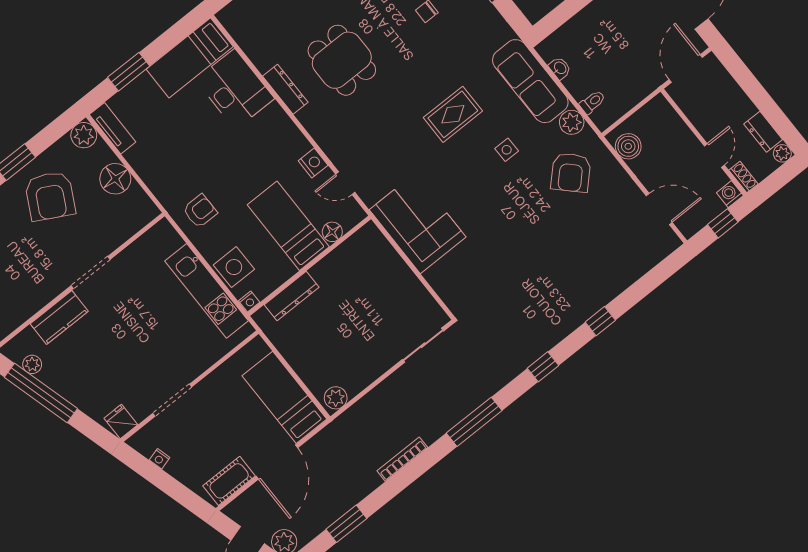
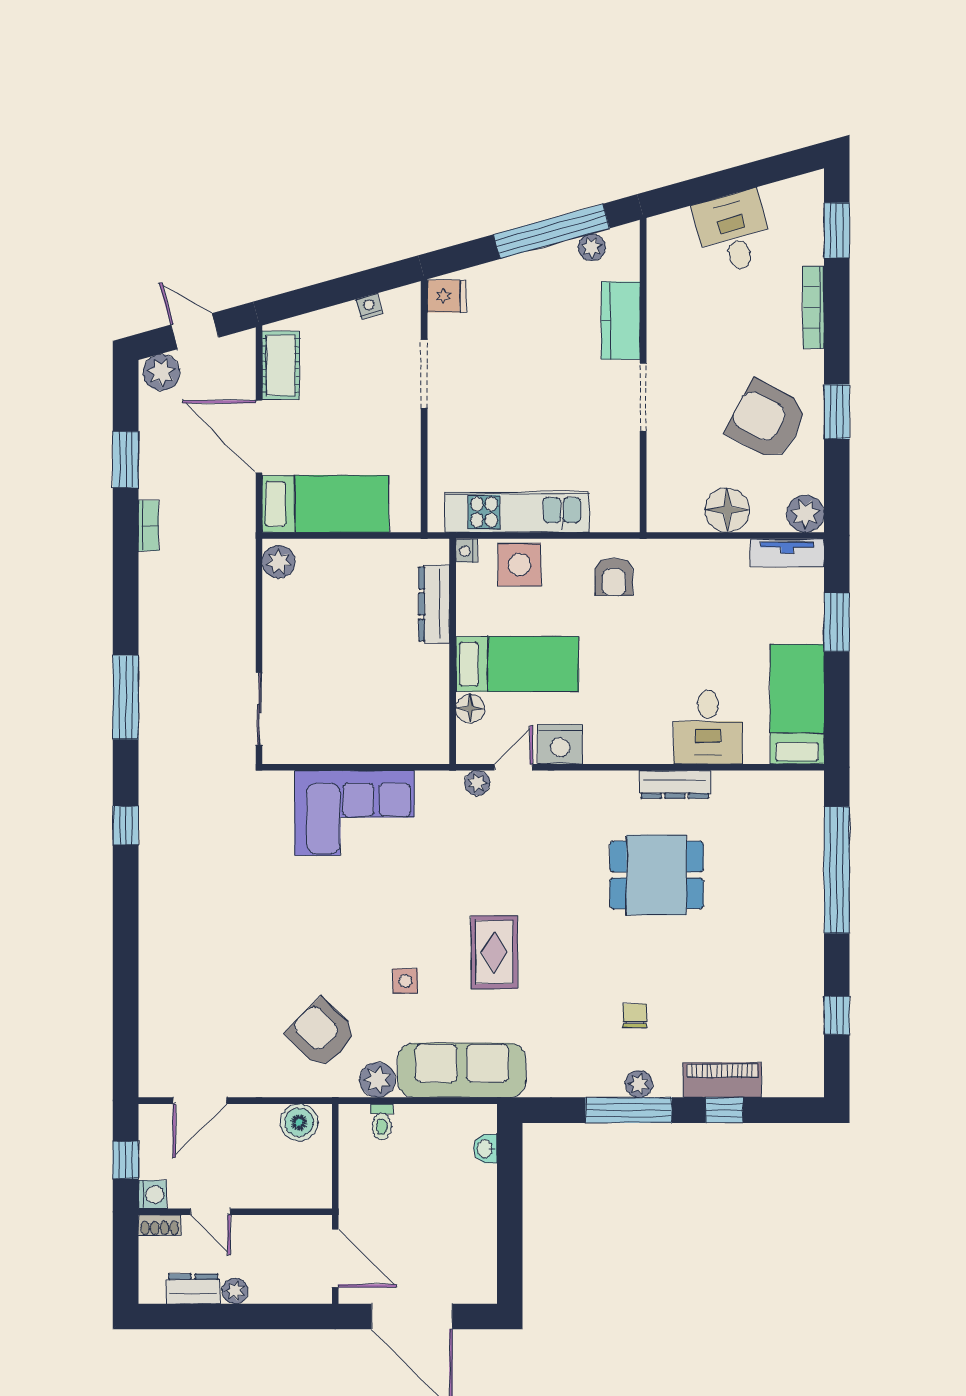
washbasin: (560, 68) -> (485, 1149), moved, turned 90
desk: (235, 89) -> (708, 727), width x0.73
plant: (782, 153) -> (235, 1291), moved
nightstand: (313, 163) -> (560, 744), width x1.36, depth x1.33
plant: (369, 196) -> (477, 783), added
corner sofa: (418, 223) -> (354, 813), moved
window: (600, 321) -> (126, 932), removed
bookcase: (402, 459) -> (148, 526), moved, width x0.64

